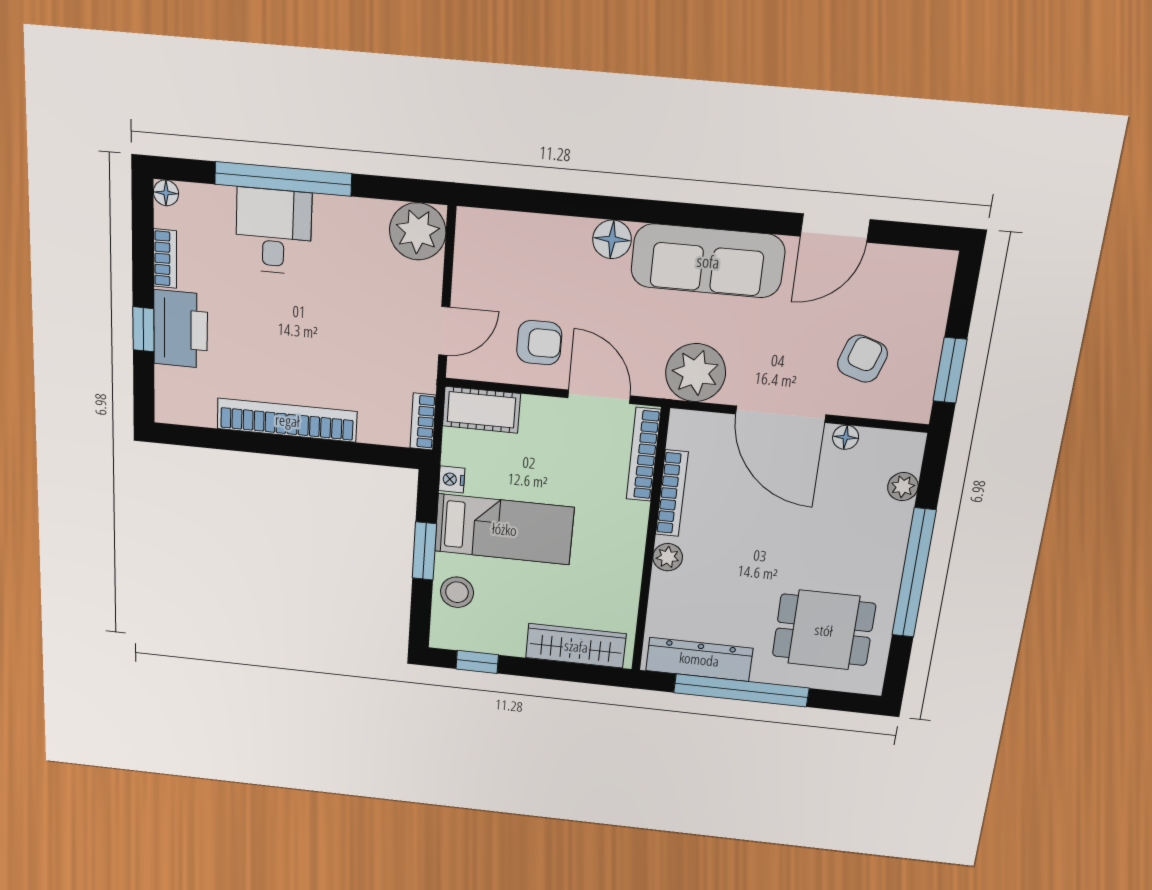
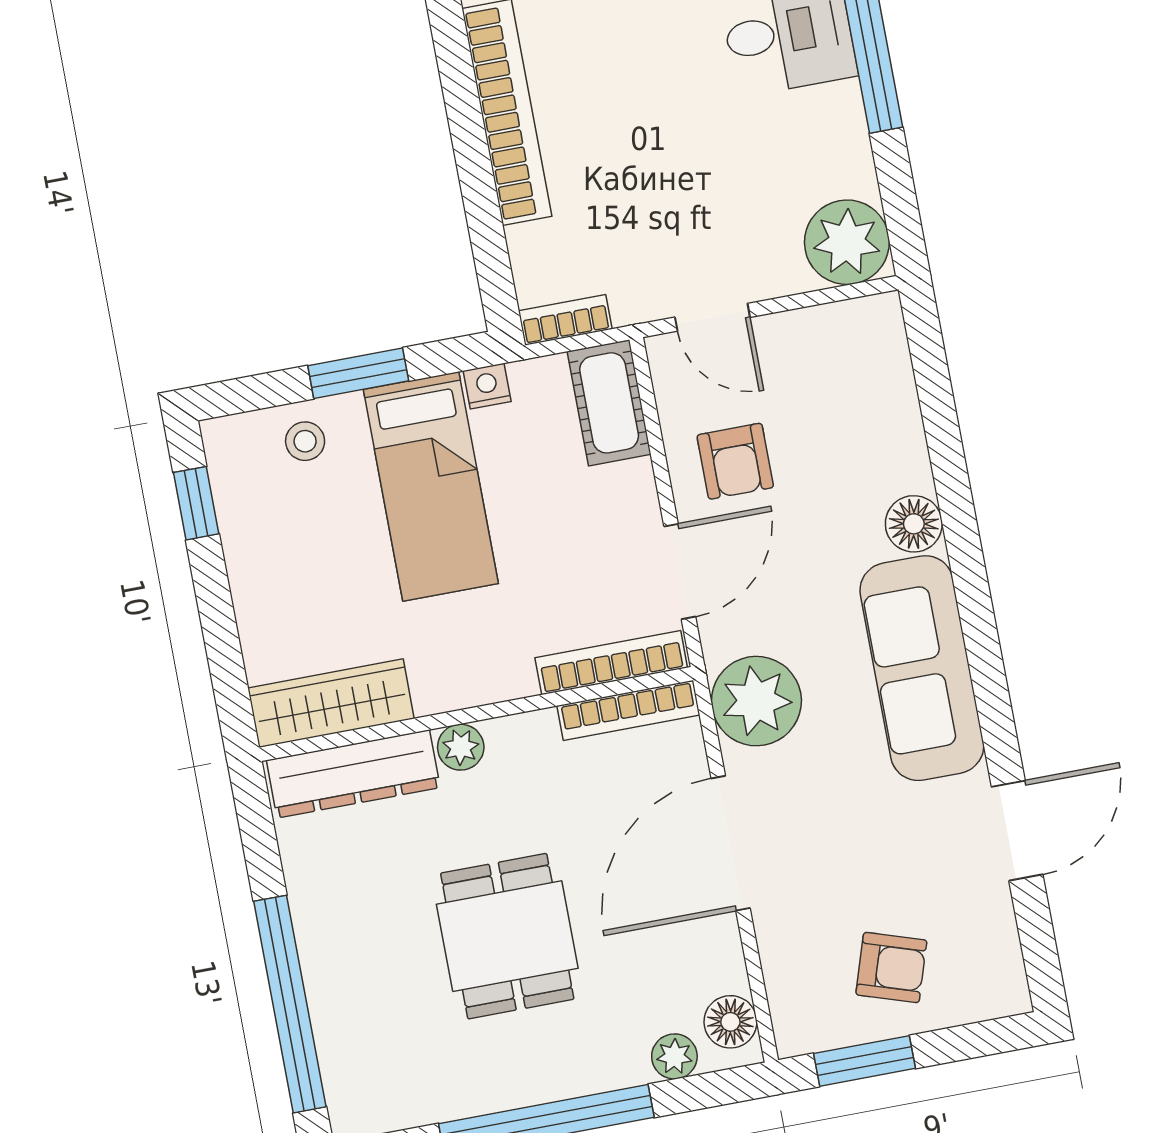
door: (835, 228) -> (1017, 831), swing flipped
armchair: (862, 359) -> (891, 967), moved
floor lamp: (846, 437) -> (730, 1022), moved, width x1.37, depth x1.37
bookcase: (672, 493) -> (628, 710), moved
stool: (457, 592) -> (305, 441), width x0.73, depth x0.73
dining table: (824, 630) -> (507, 936), moved
wardrobe: (576, 646) -> (331, 703), moved, turned -90
dresser: (699, 659) -> (353, 774), moved, turned 90
window: (741, 690) -> (290, 1004), moved

